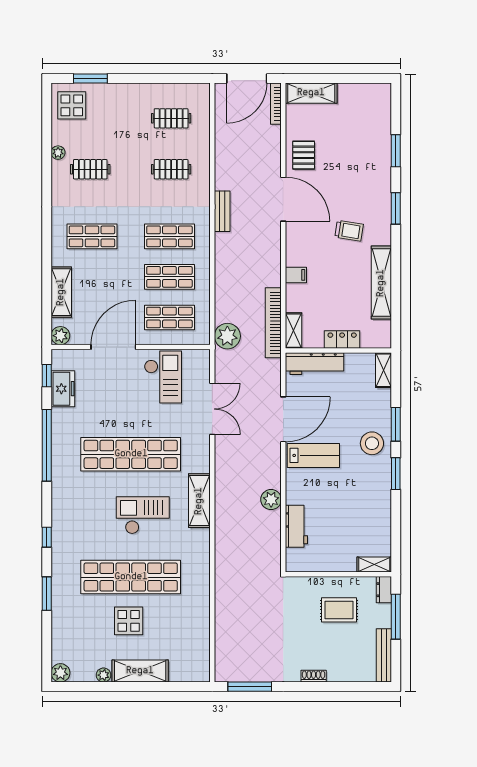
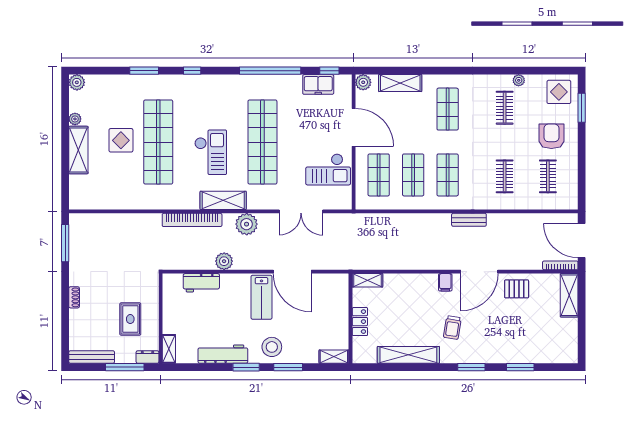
armchair: (124, 114) -> (551, 136), added
filing cabinet: (296, 275) -> (445, 282), moved
bookcase: (273, 323) -> (192, 220), moved, turned 180
plant: (227, 336) -> (247, 224), moved
workbench: (315, 364) -> (223, 354), moved, turned 90

